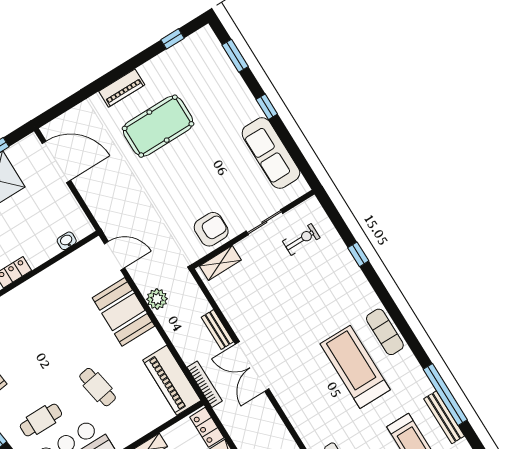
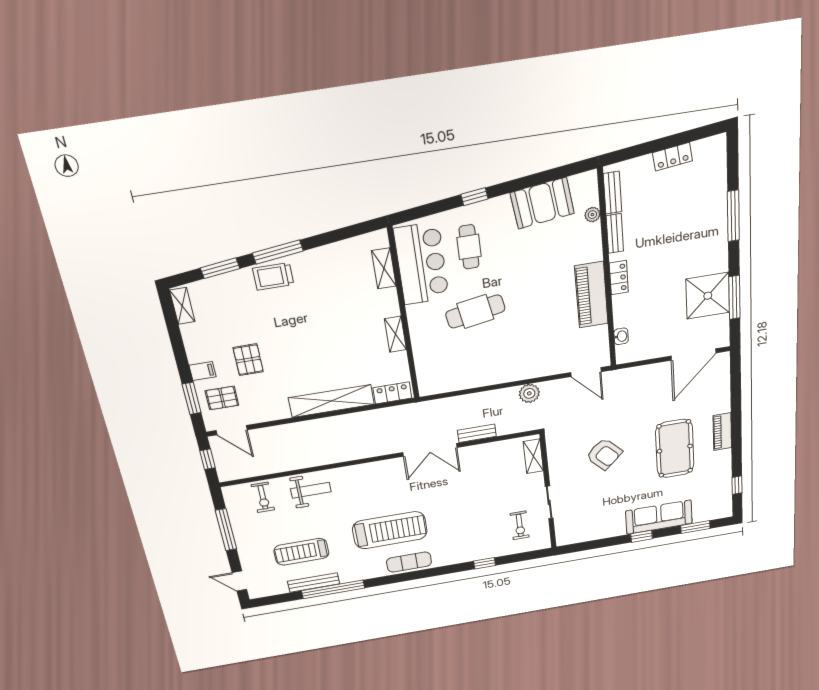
sofa: (271, 153) -> (659, 517), moved
armchair: (211, 229) -> (604, 454), moved, turned -44
door: (115, 256) -> (586, 372), hinge flipped
booth: (123, 312) -> (533, 361), removed
double door: (252, 366) -> (430, 450), swing flipped
piano: (172, 380) -> (591, 295), moved, turned -90
bookcase: (205, 384) -> (433, 405), removed
cafe table: (98, 387) -> (475, 311), width x1.37, depth x1.35

